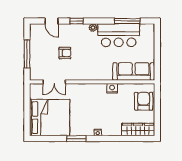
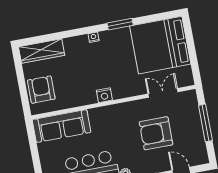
armchair: (65, 53) -> (156, 133), width x1.88, depth x1.88
nightstand: (112, 88) -> (104, 95), moved
armchair: (144, 101) -> (41, 90), turned 180

